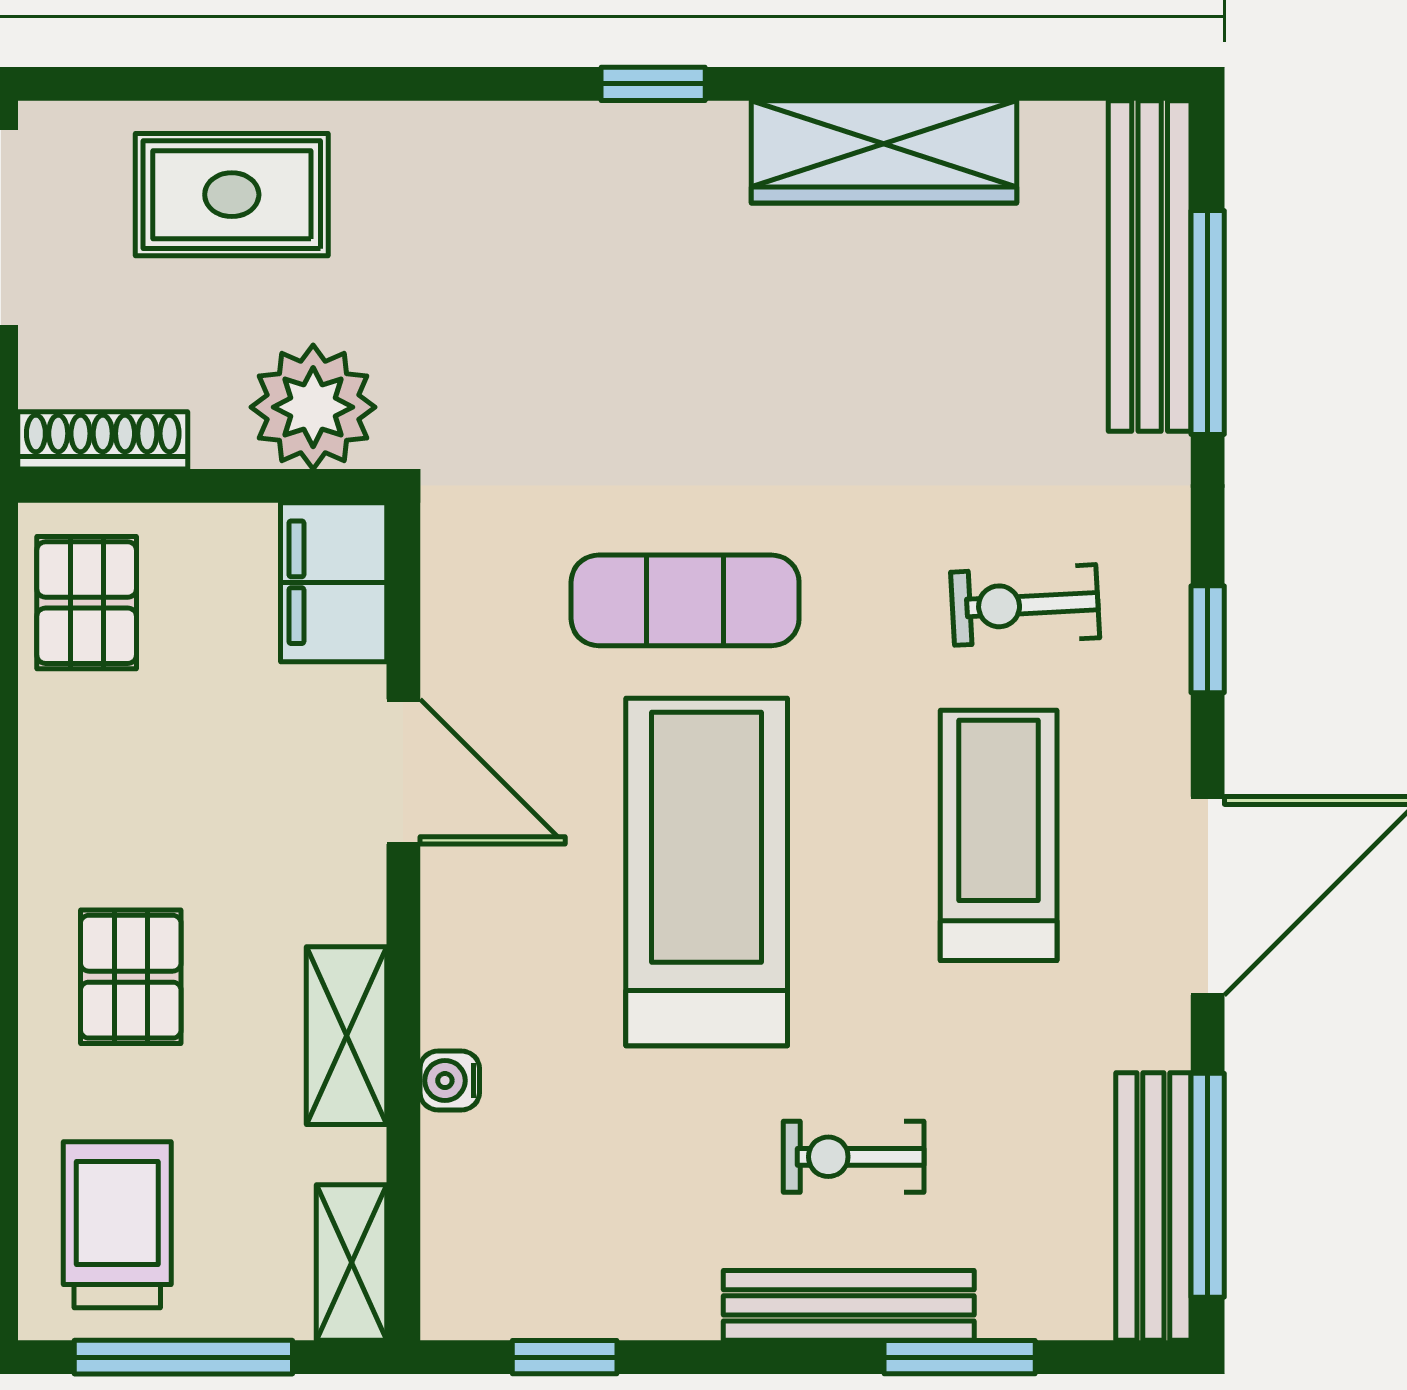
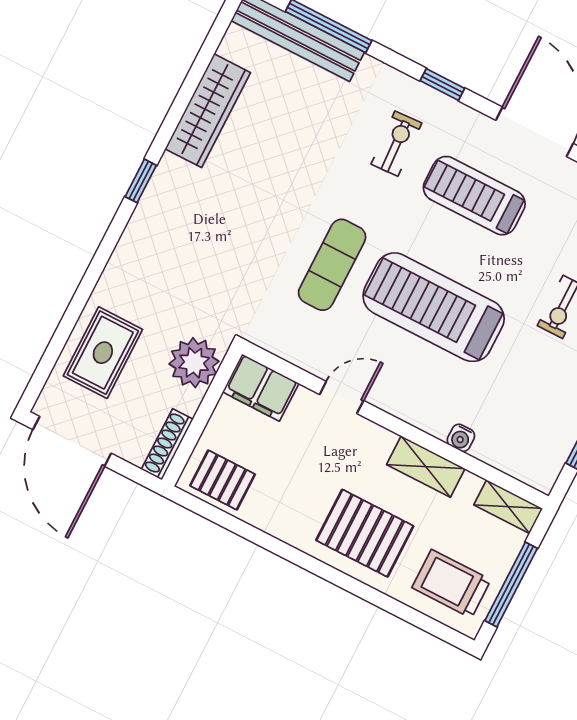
exercise bike: (1025, 605) -> (396, 144), turned 180
door: (403, 772) -> (342, 397), width x0.73
pallet: (131, 977) -> (365, 533), width x1.50, depth x1.42

